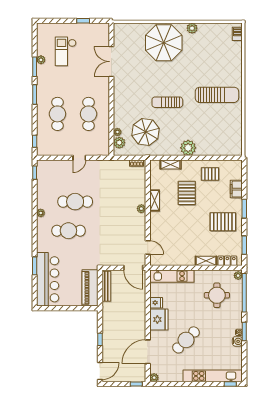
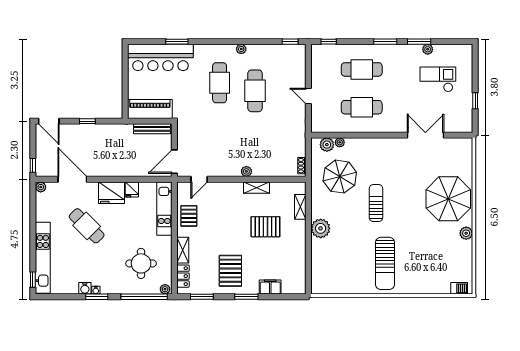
pallet: (210, 174) -> (189, 216), moved

